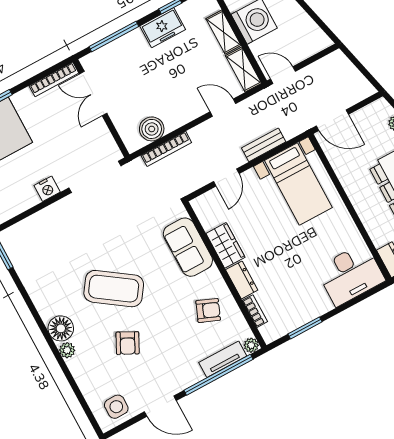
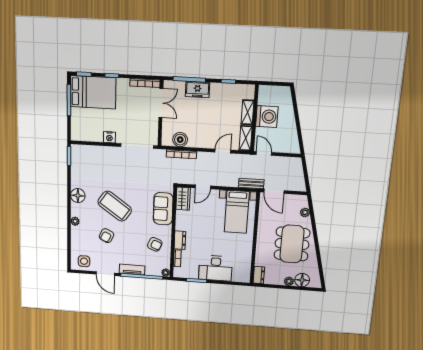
freezer: (163, 28) -> (198, 89), moved
double door: (93, 94) -> (161, 103), swing flipped
door: (223, 108) -> (223, 151), hinge flipped
bench: (264, 145) -> (251, 184), moved
wardrobe: (225, 245) -> (183, 199), moved
desk: (350, 274) -> (216, 268), moved
floor lamp: (61, 328) -> (78, 196), moved
tv unit: (223, 359) -> (132, 269), moved

